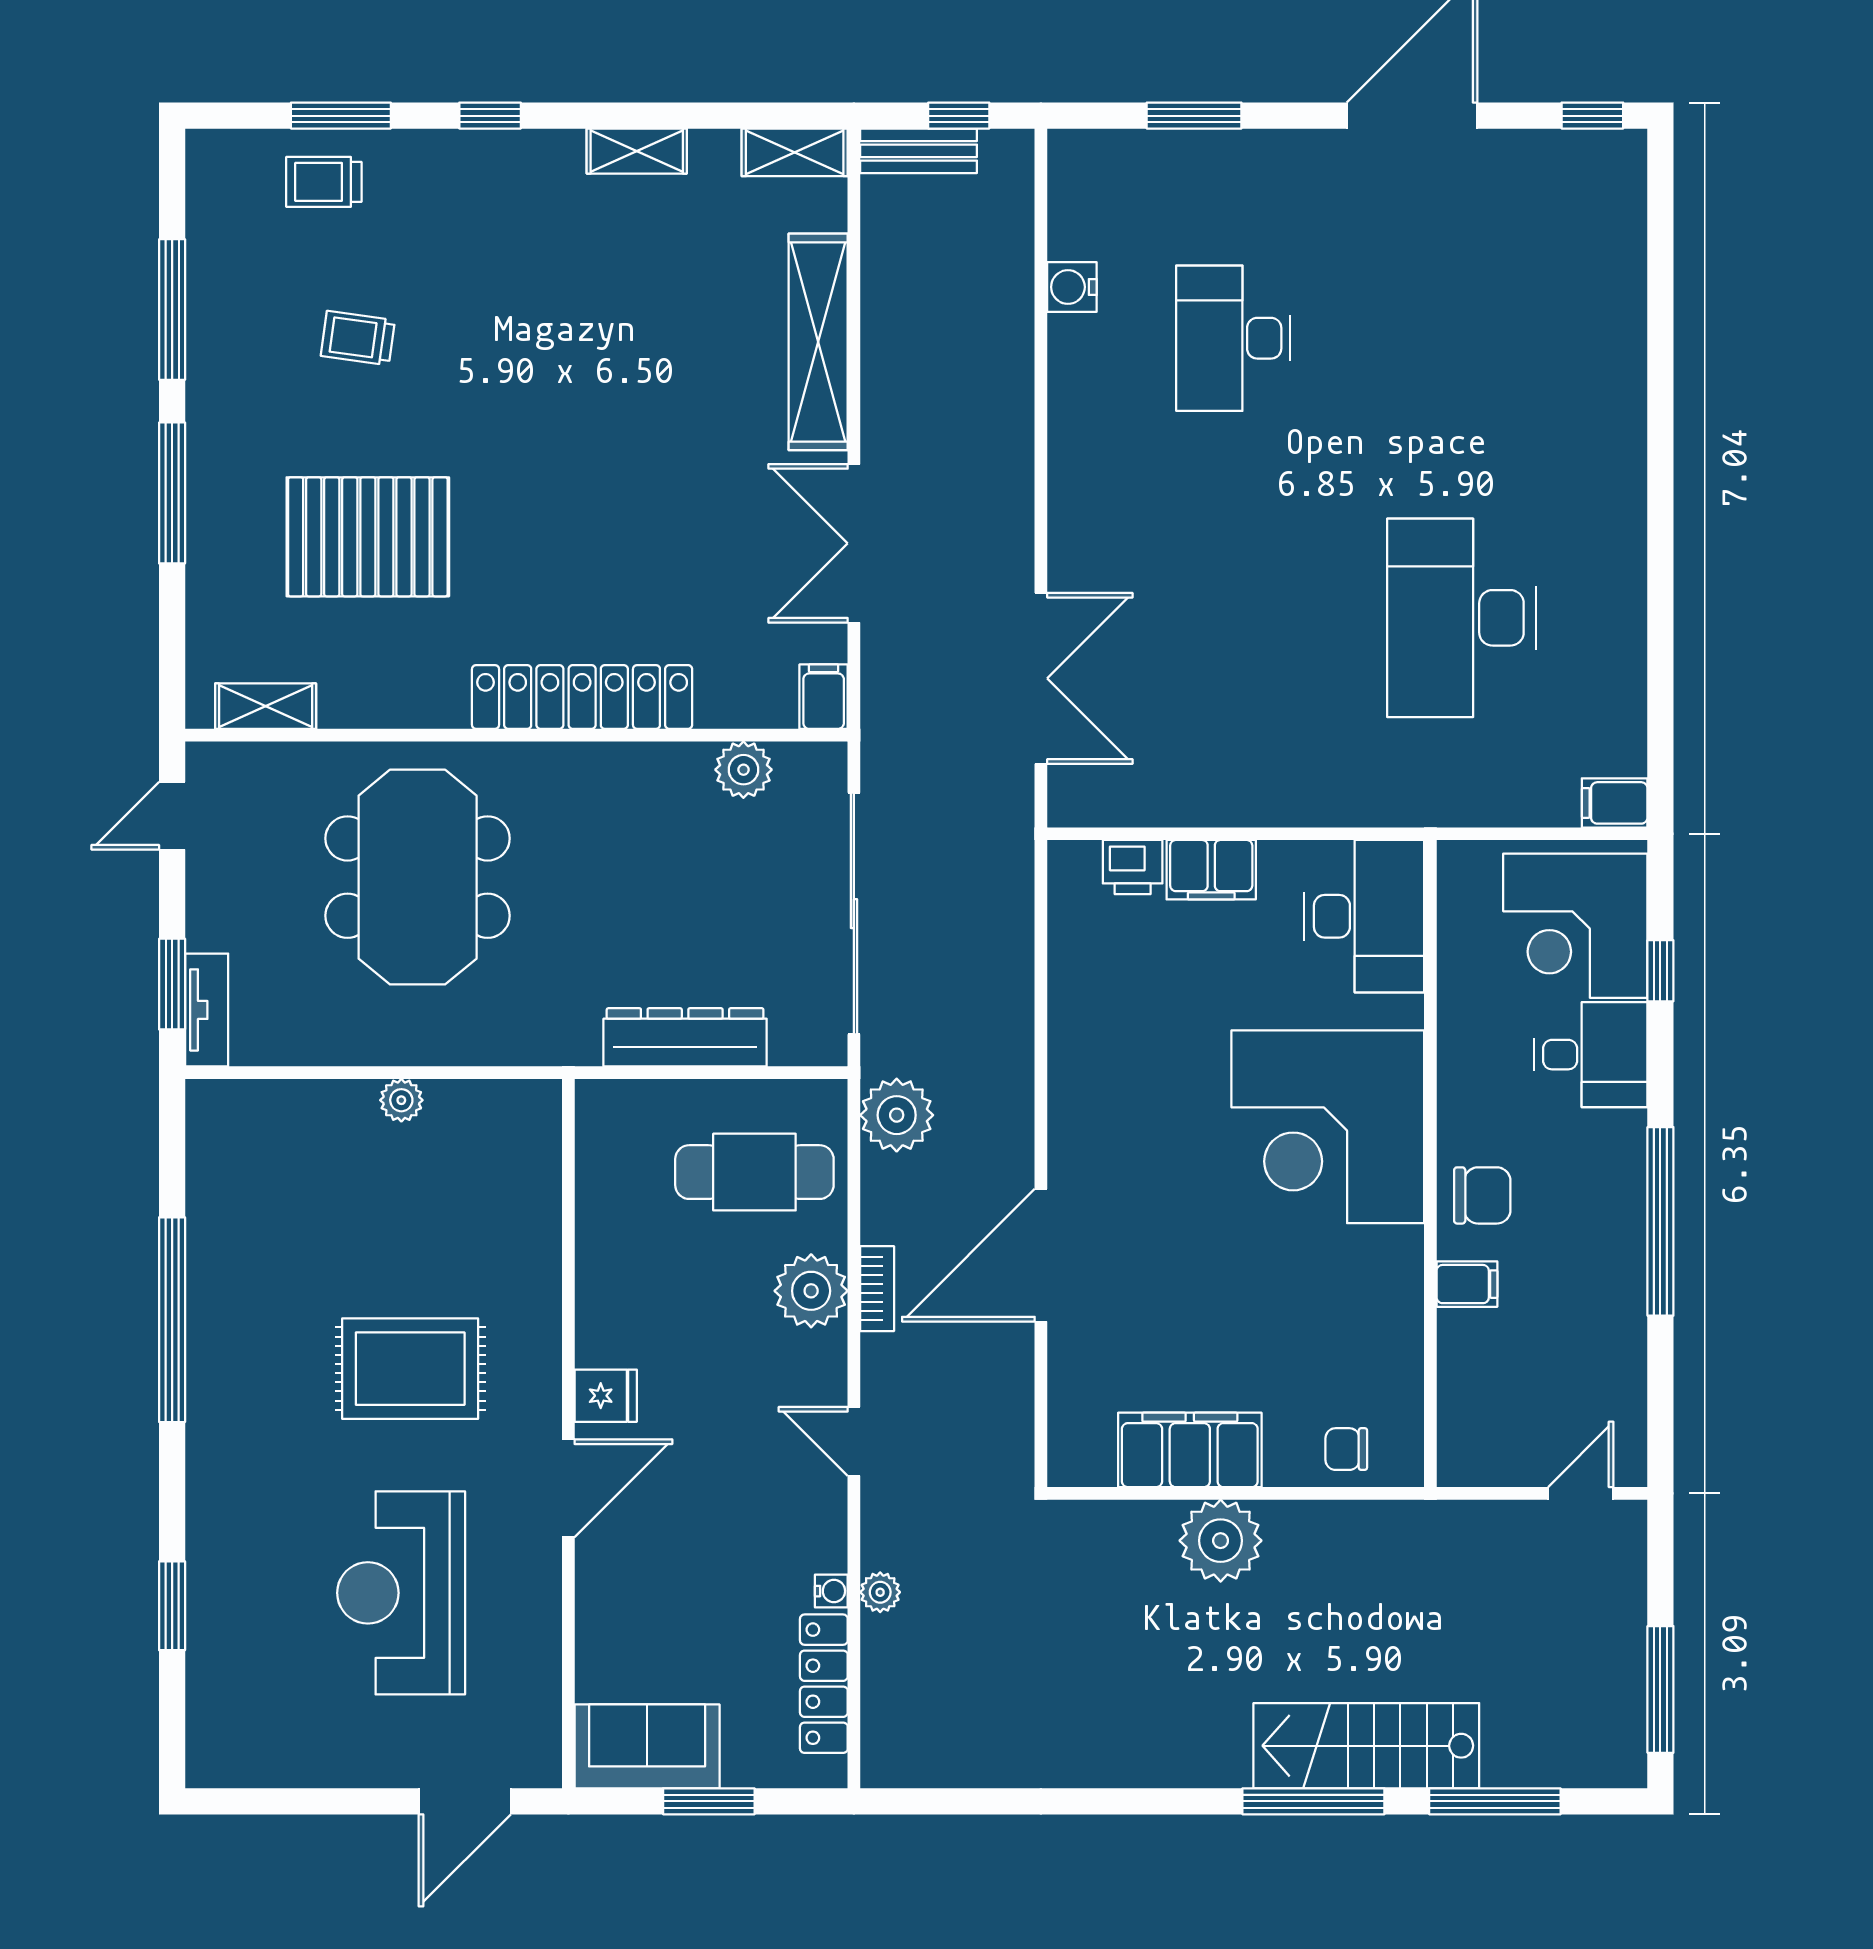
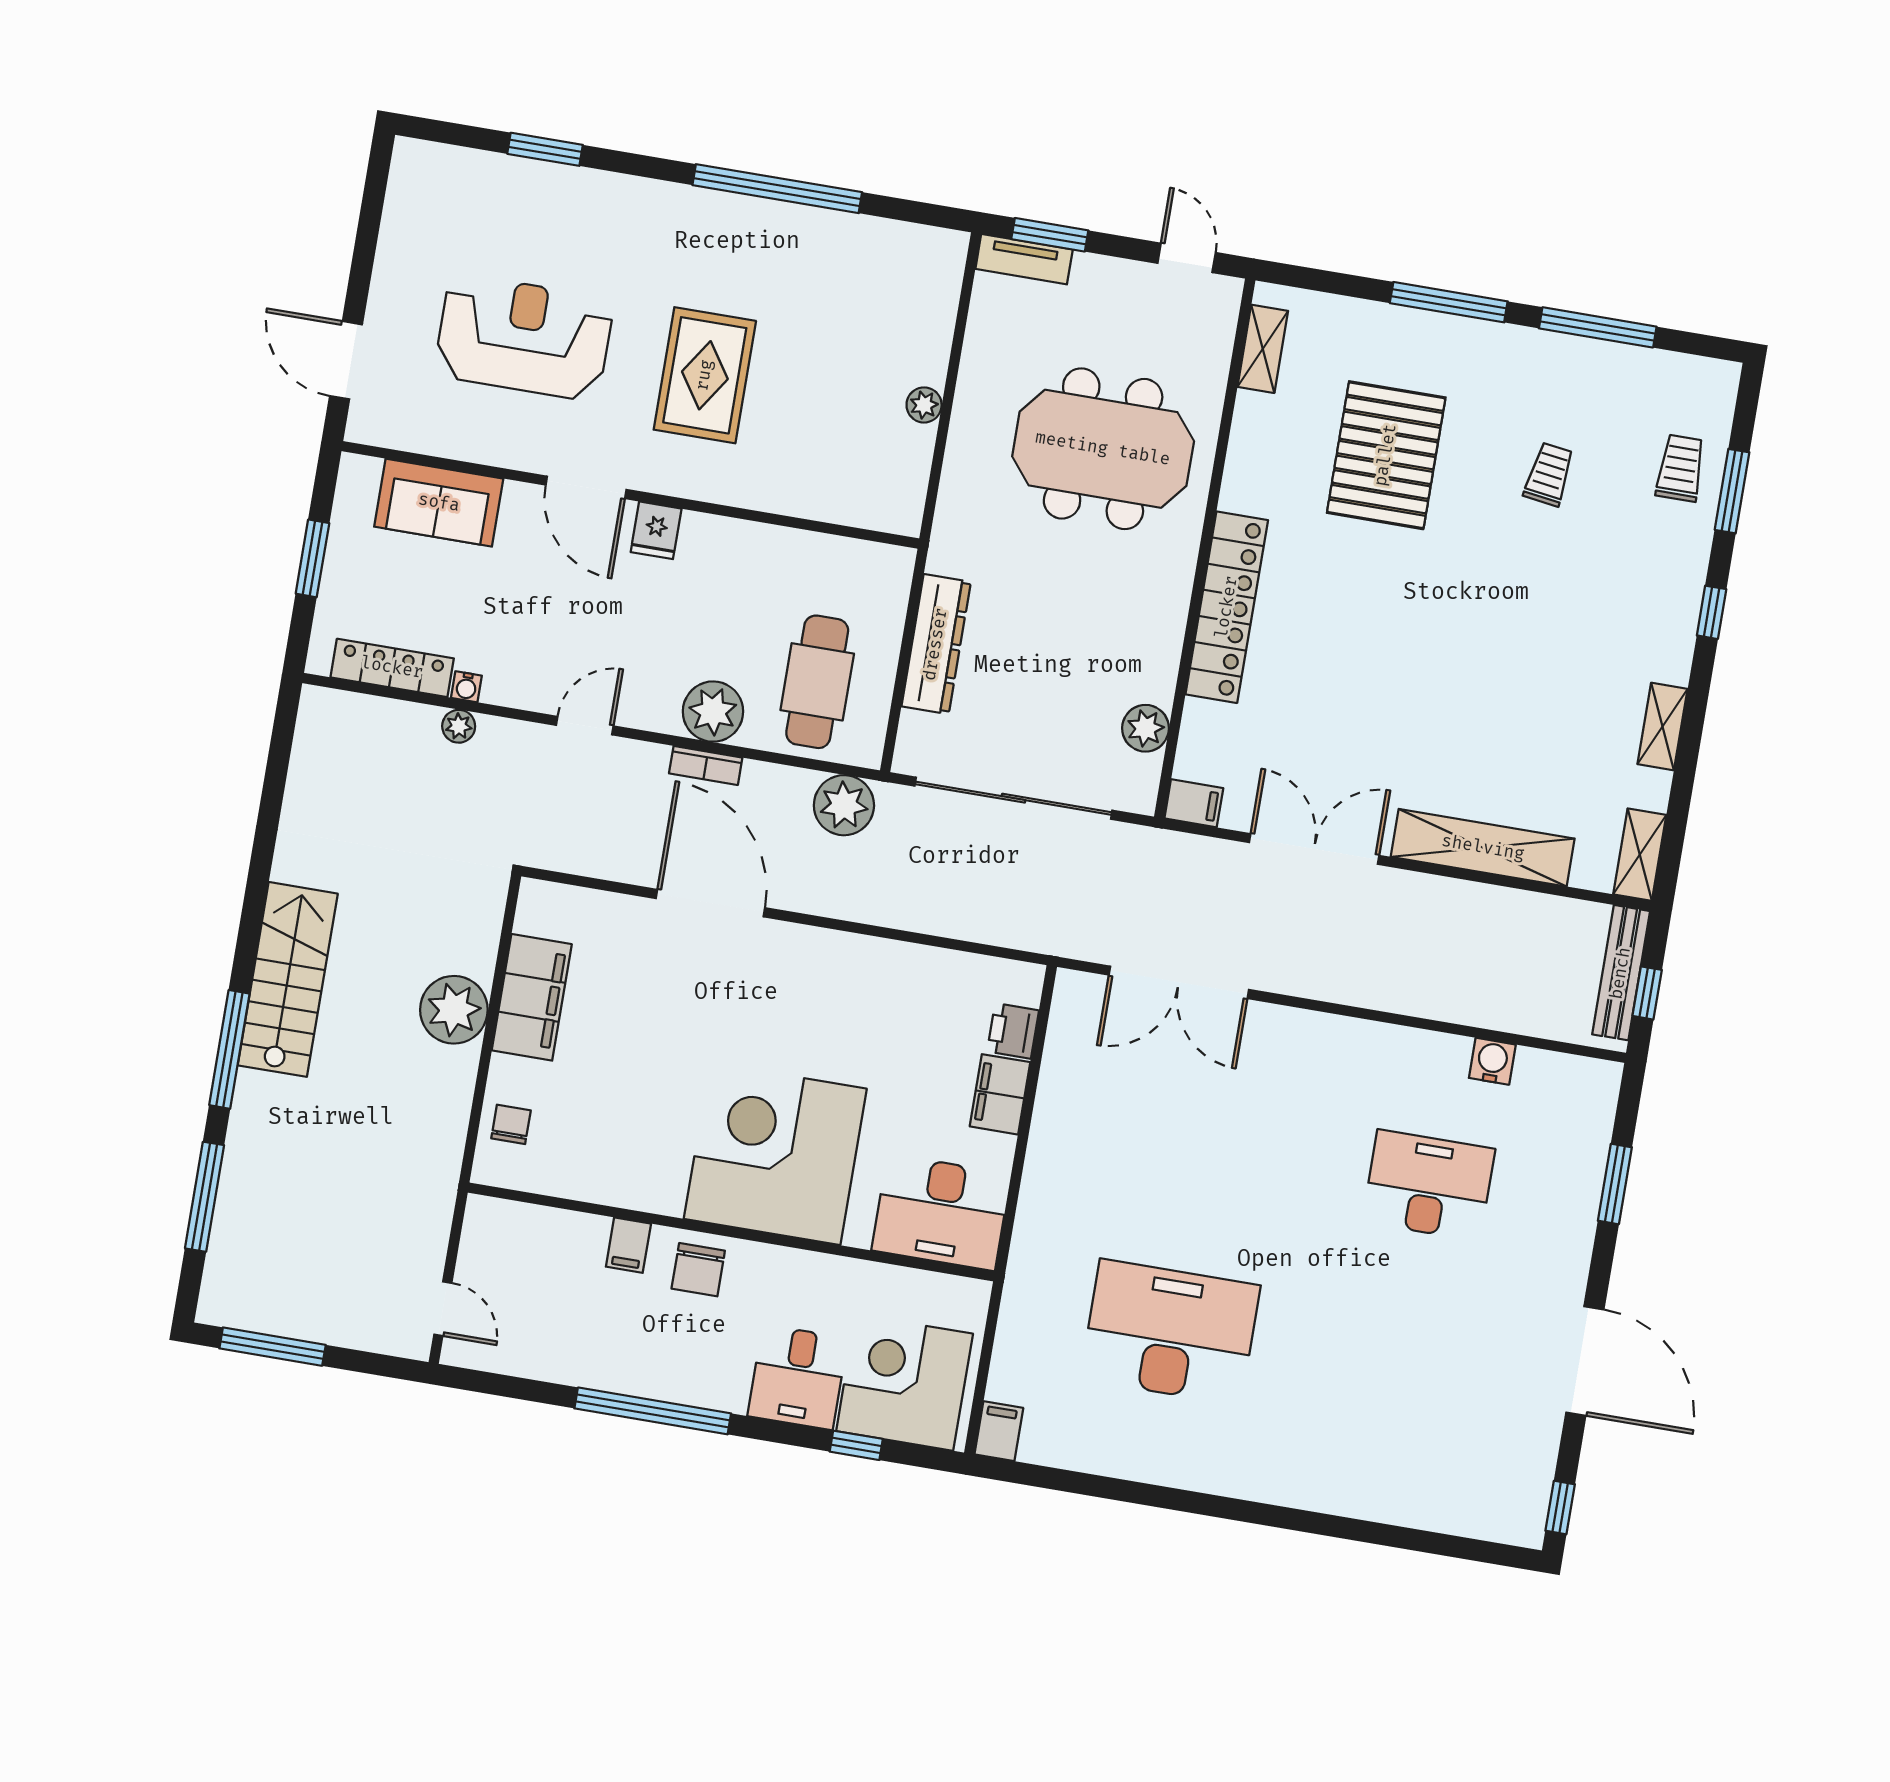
bench: (919, 151) -> (1621, 973), width x1.36
sofa: (647, 1746) -> (439, 503), moved, turned 90
stairs: (1366, 1746) -> (288, 979), moved

